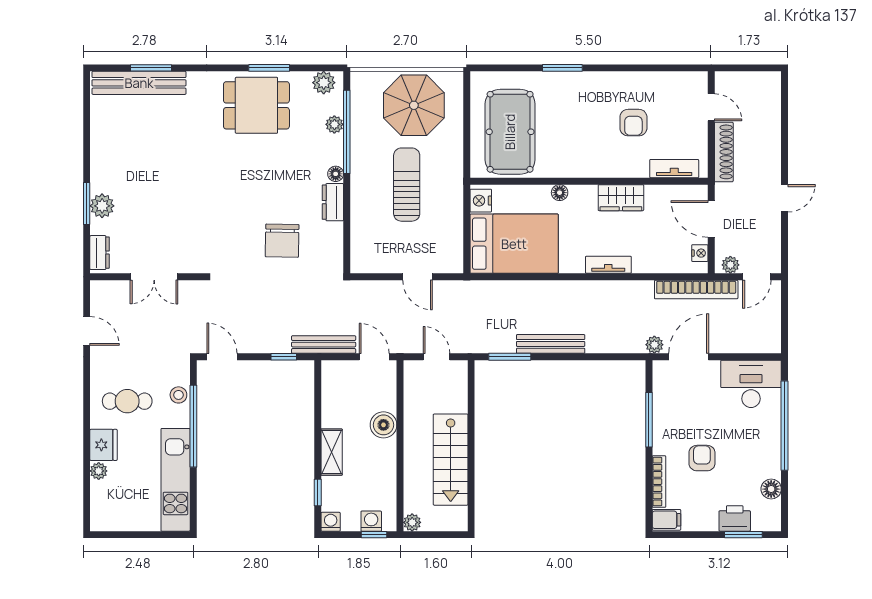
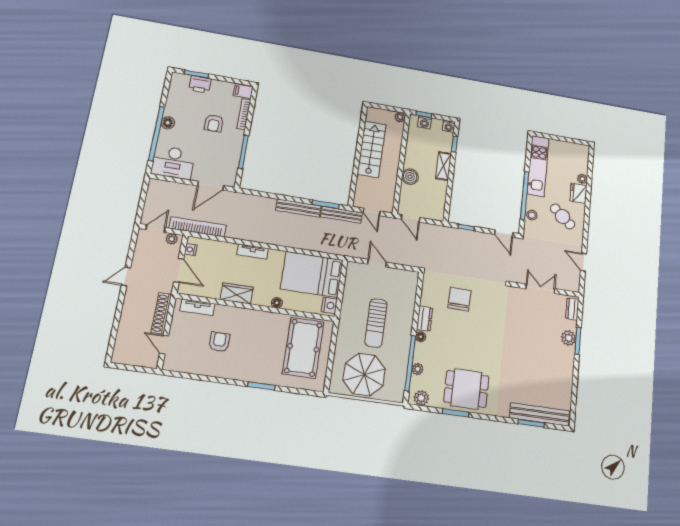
bench: (324, 345) -> (341, 215), moved
plant: (654, 345) -> (232, 197), removed
cafe table: (127, 401) -> (563, 216), turned 40
floor lamp: (771, 489) -> (168, 123), moved

